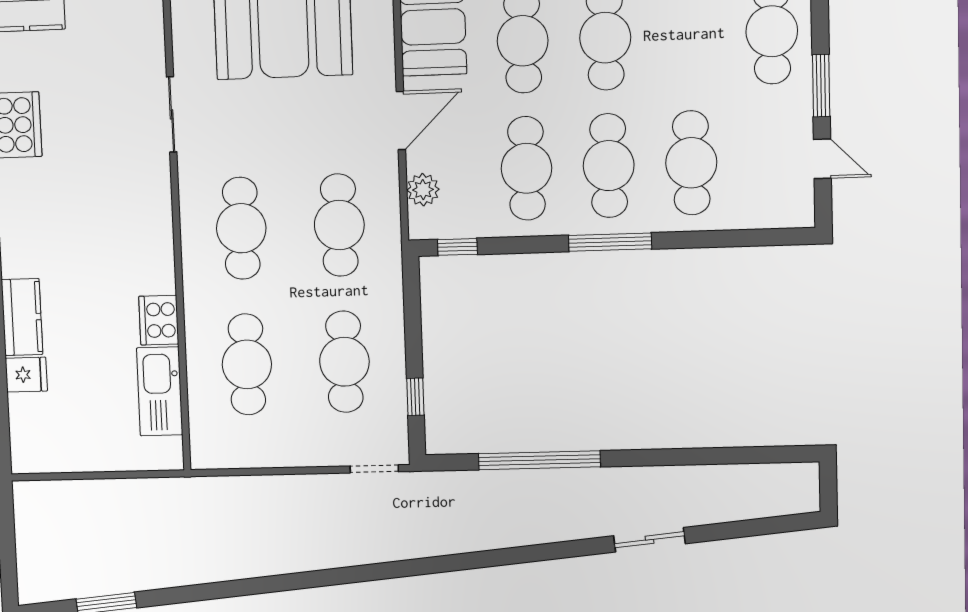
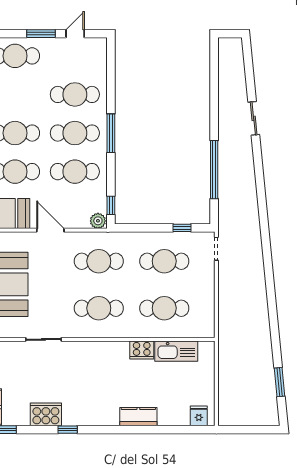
plant: (423, 190) -> (98, 221), moved
fridge: (26, 375) -> (199, 416), moved

